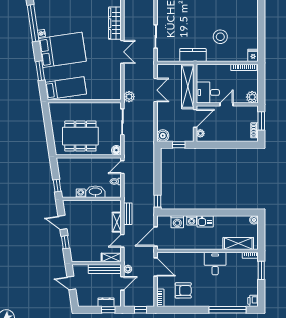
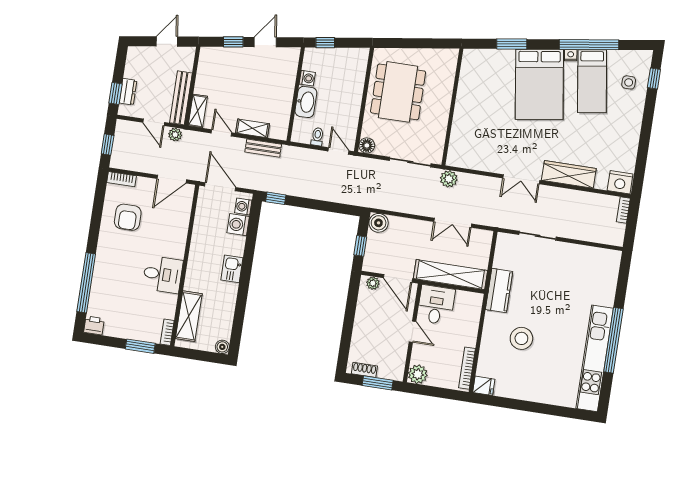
bed: (66, 88) -> (592, 81), moved
washing machine: (192, 220) -> (243, 207), moved

